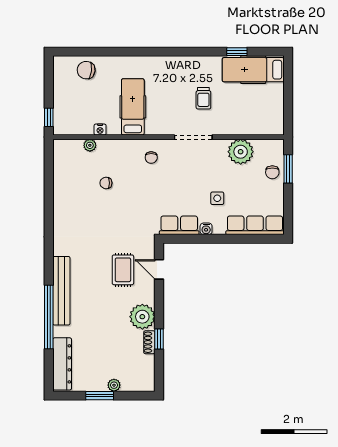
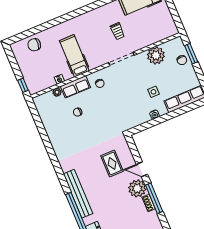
row of seats: (179, 225) -> (75, 87), moved, turned 180
door: (159, 269) -> (142, 169), moved
window: (159, 339) -> (154, 198), width x2.17

